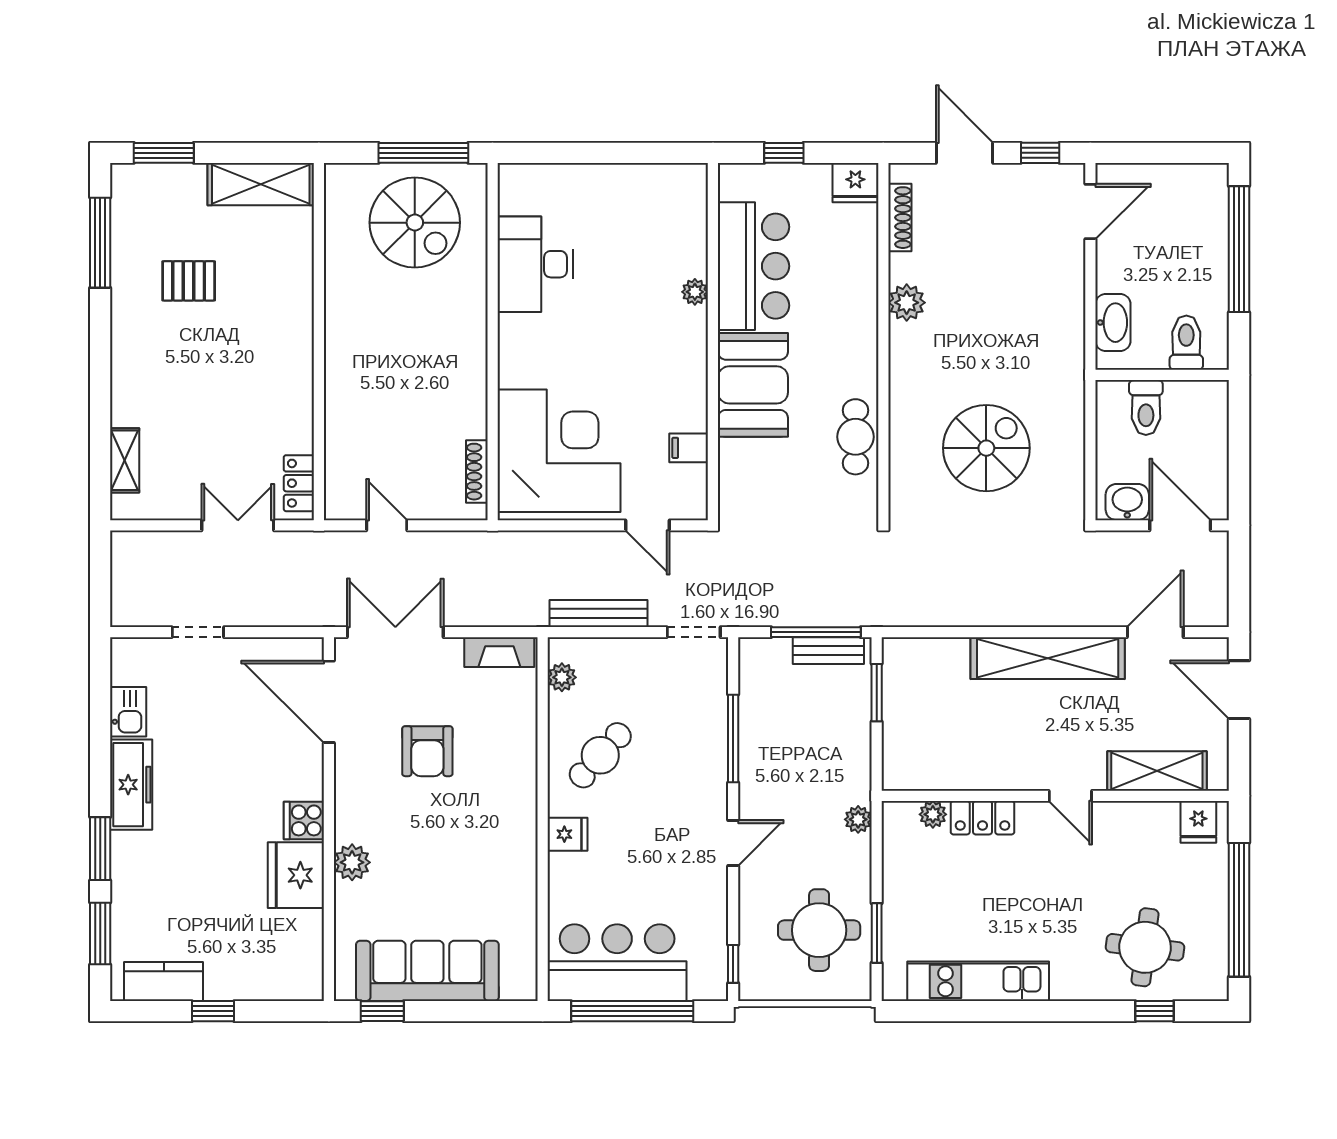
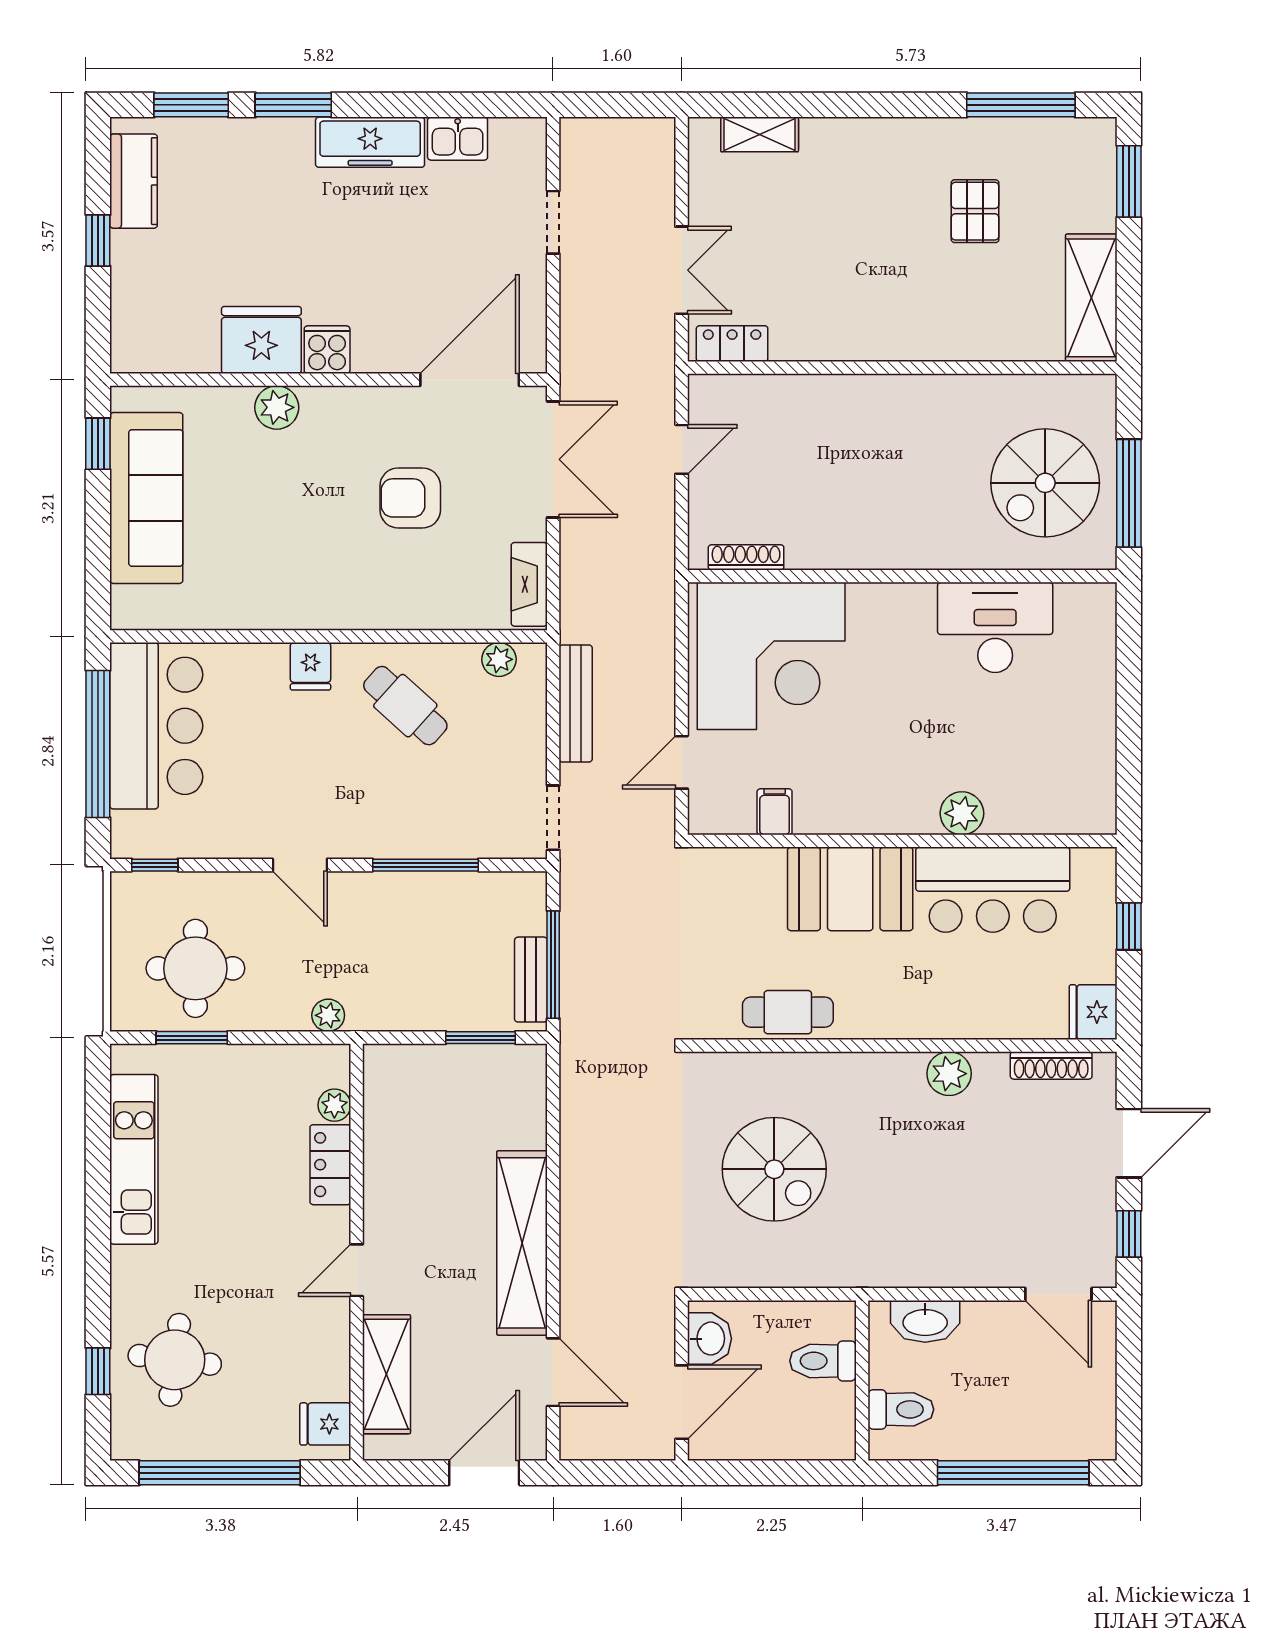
plant: (695, 292) -> (962, 813), width x1.38, depth x1.38

